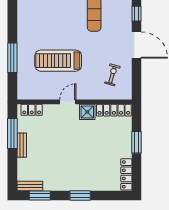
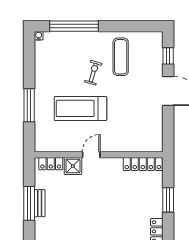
exercise bike: (112, 75) -> (93, 73), moved
shower: (87, 112) -> (73, 166), moved
window: (12, 133) -> (29, 203), moved

